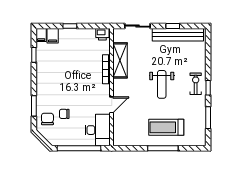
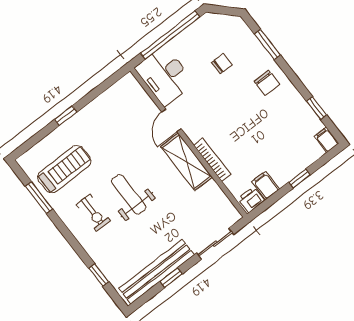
filing cabinet: (53, 36) -> (266, 185), moved
shelving: (120, 60) -> (187, 162), moved
exercise bike: (196, 84) -> (93, 213), moved
window: (208, 88) -> (99, 275), moved
chair: (47, 119) -> (267, 83), moved
treadmill: (166, 127) -> (64, 169), moved
window: (163, 148) -> (66, 116), width x0.46

